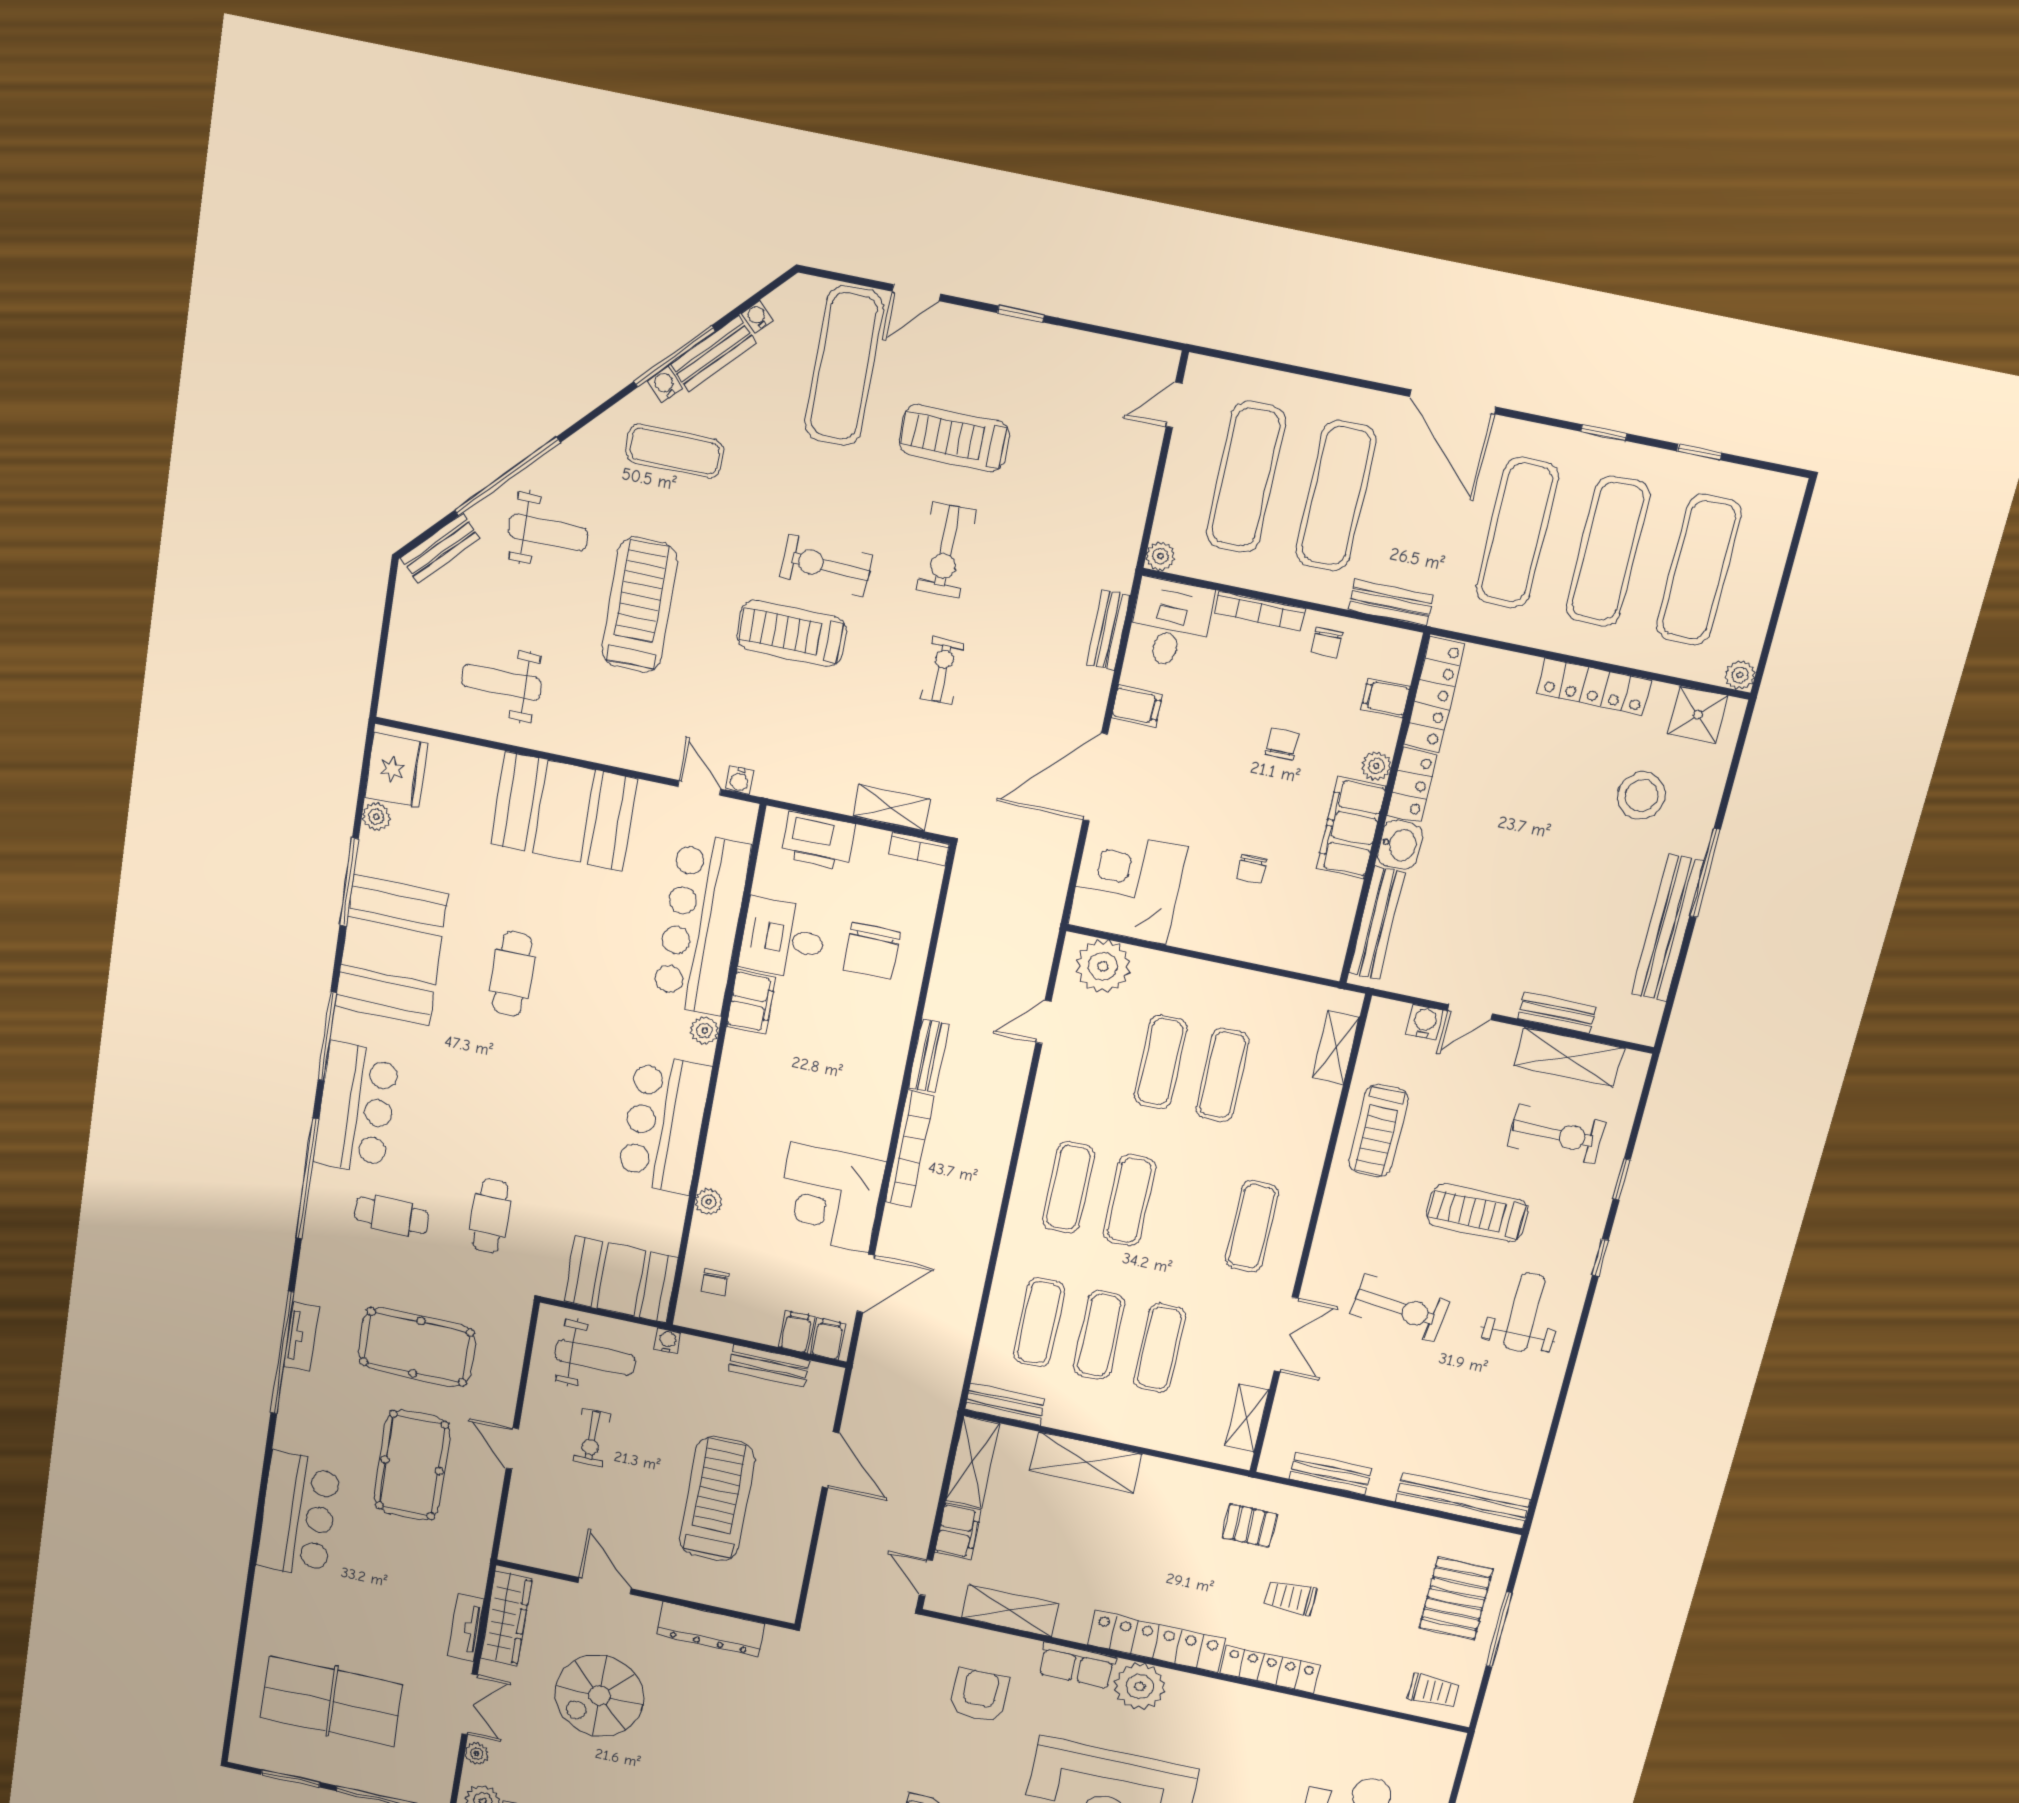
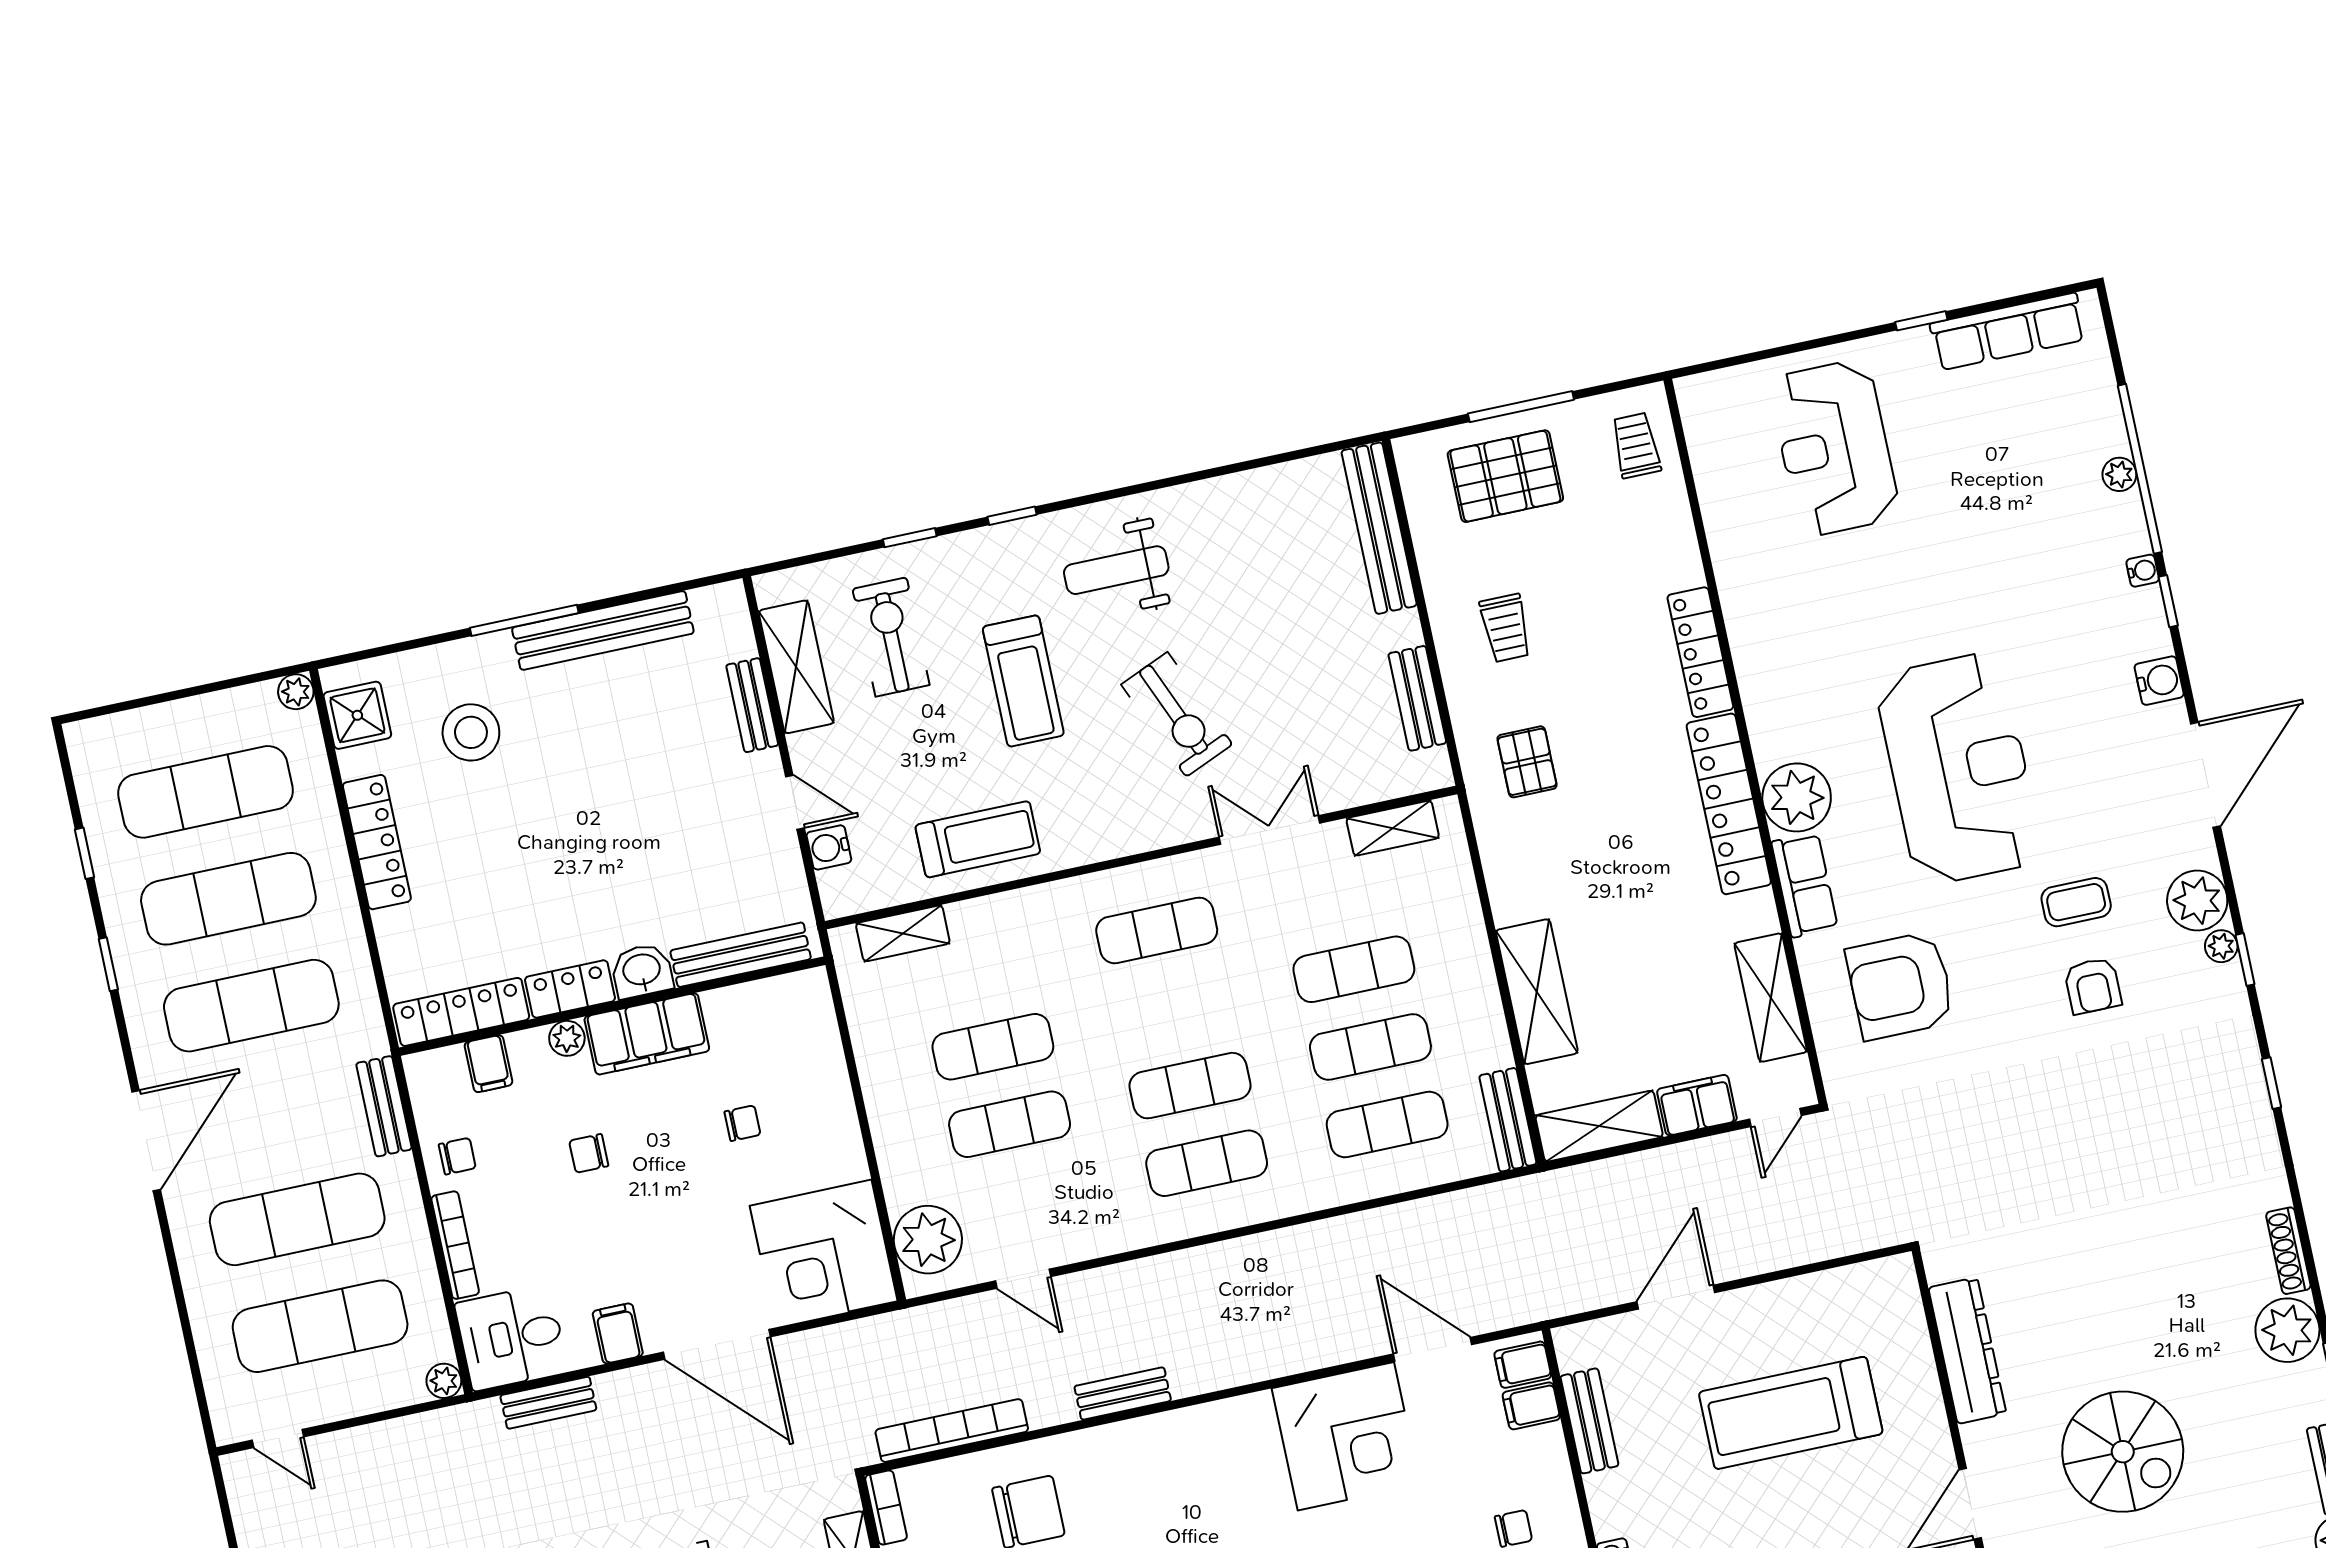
bookcase: (909, 1149) -> (952, 1431), moved
exercise bike: (1400, 1308) -> (1177, 714), turned 150
trolley: (1290, 1598) -> (1506, 628), moved
armchair: (979, 1695) -> (1900, 986), width x1.36, depth x1.36

